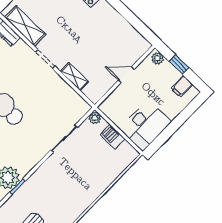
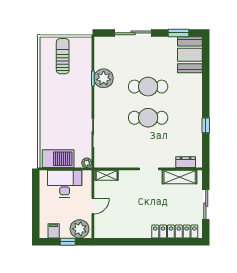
plant: (157, 58) -> (79, 229), width x1.87, depth x1.87
shelving: (74, 77) -> (107, 175), moved
desk: (145, 125) -> (65, 184), moved, turned 90
barbecue: (113, 137) -> (58, 159), width x1.88, depth x1.53

